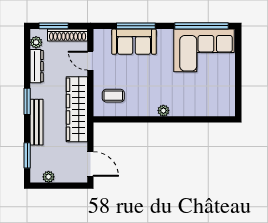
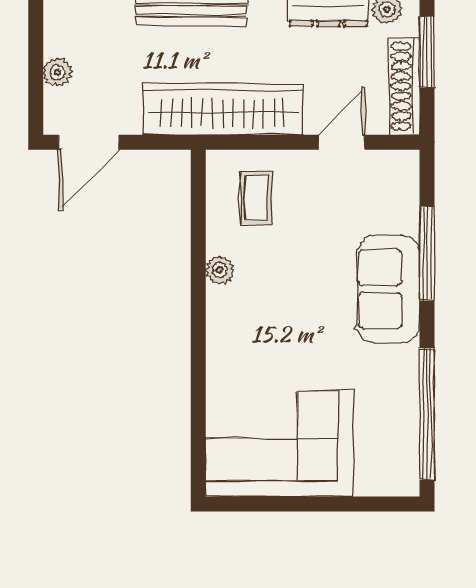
sofa: (134, 42) -> (388, 289), moved
corner sofa: (204, 50) -> (279, 444), moved, turned 90
plant: (163, 111) -> (220, 270), moved
plant: (49, 177) -> (57, 72), moved

